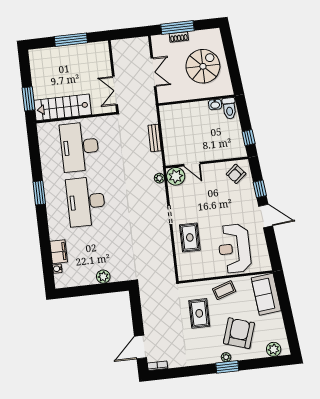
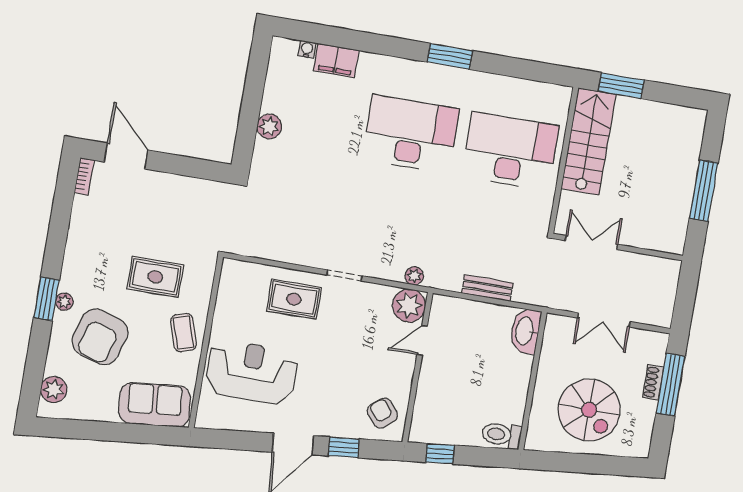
washbasin: (215, 104) -> (525, 331), moved, width x1.91, depth x1.45
armchair: (239, 333) -> (100, 337), turned 89

